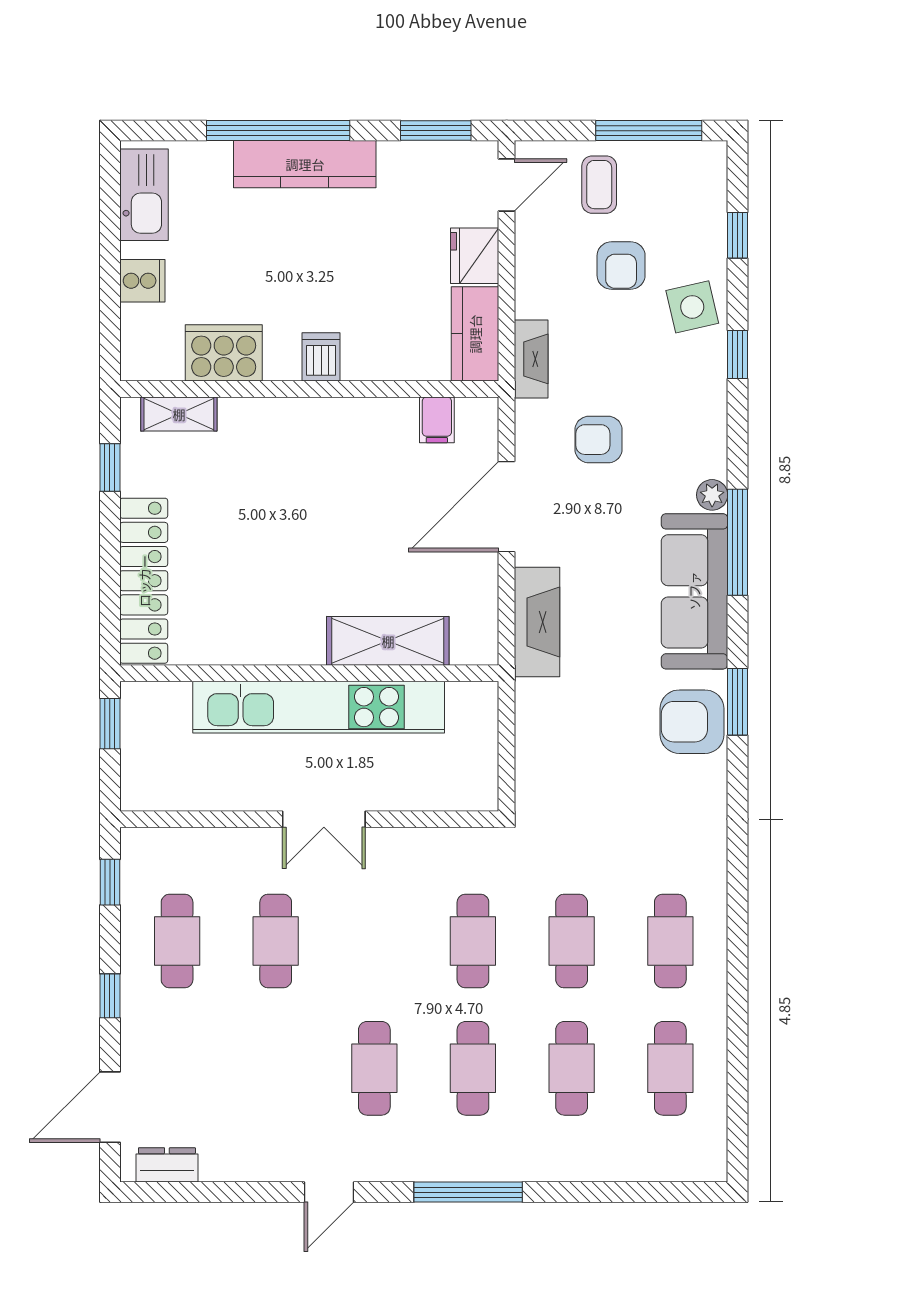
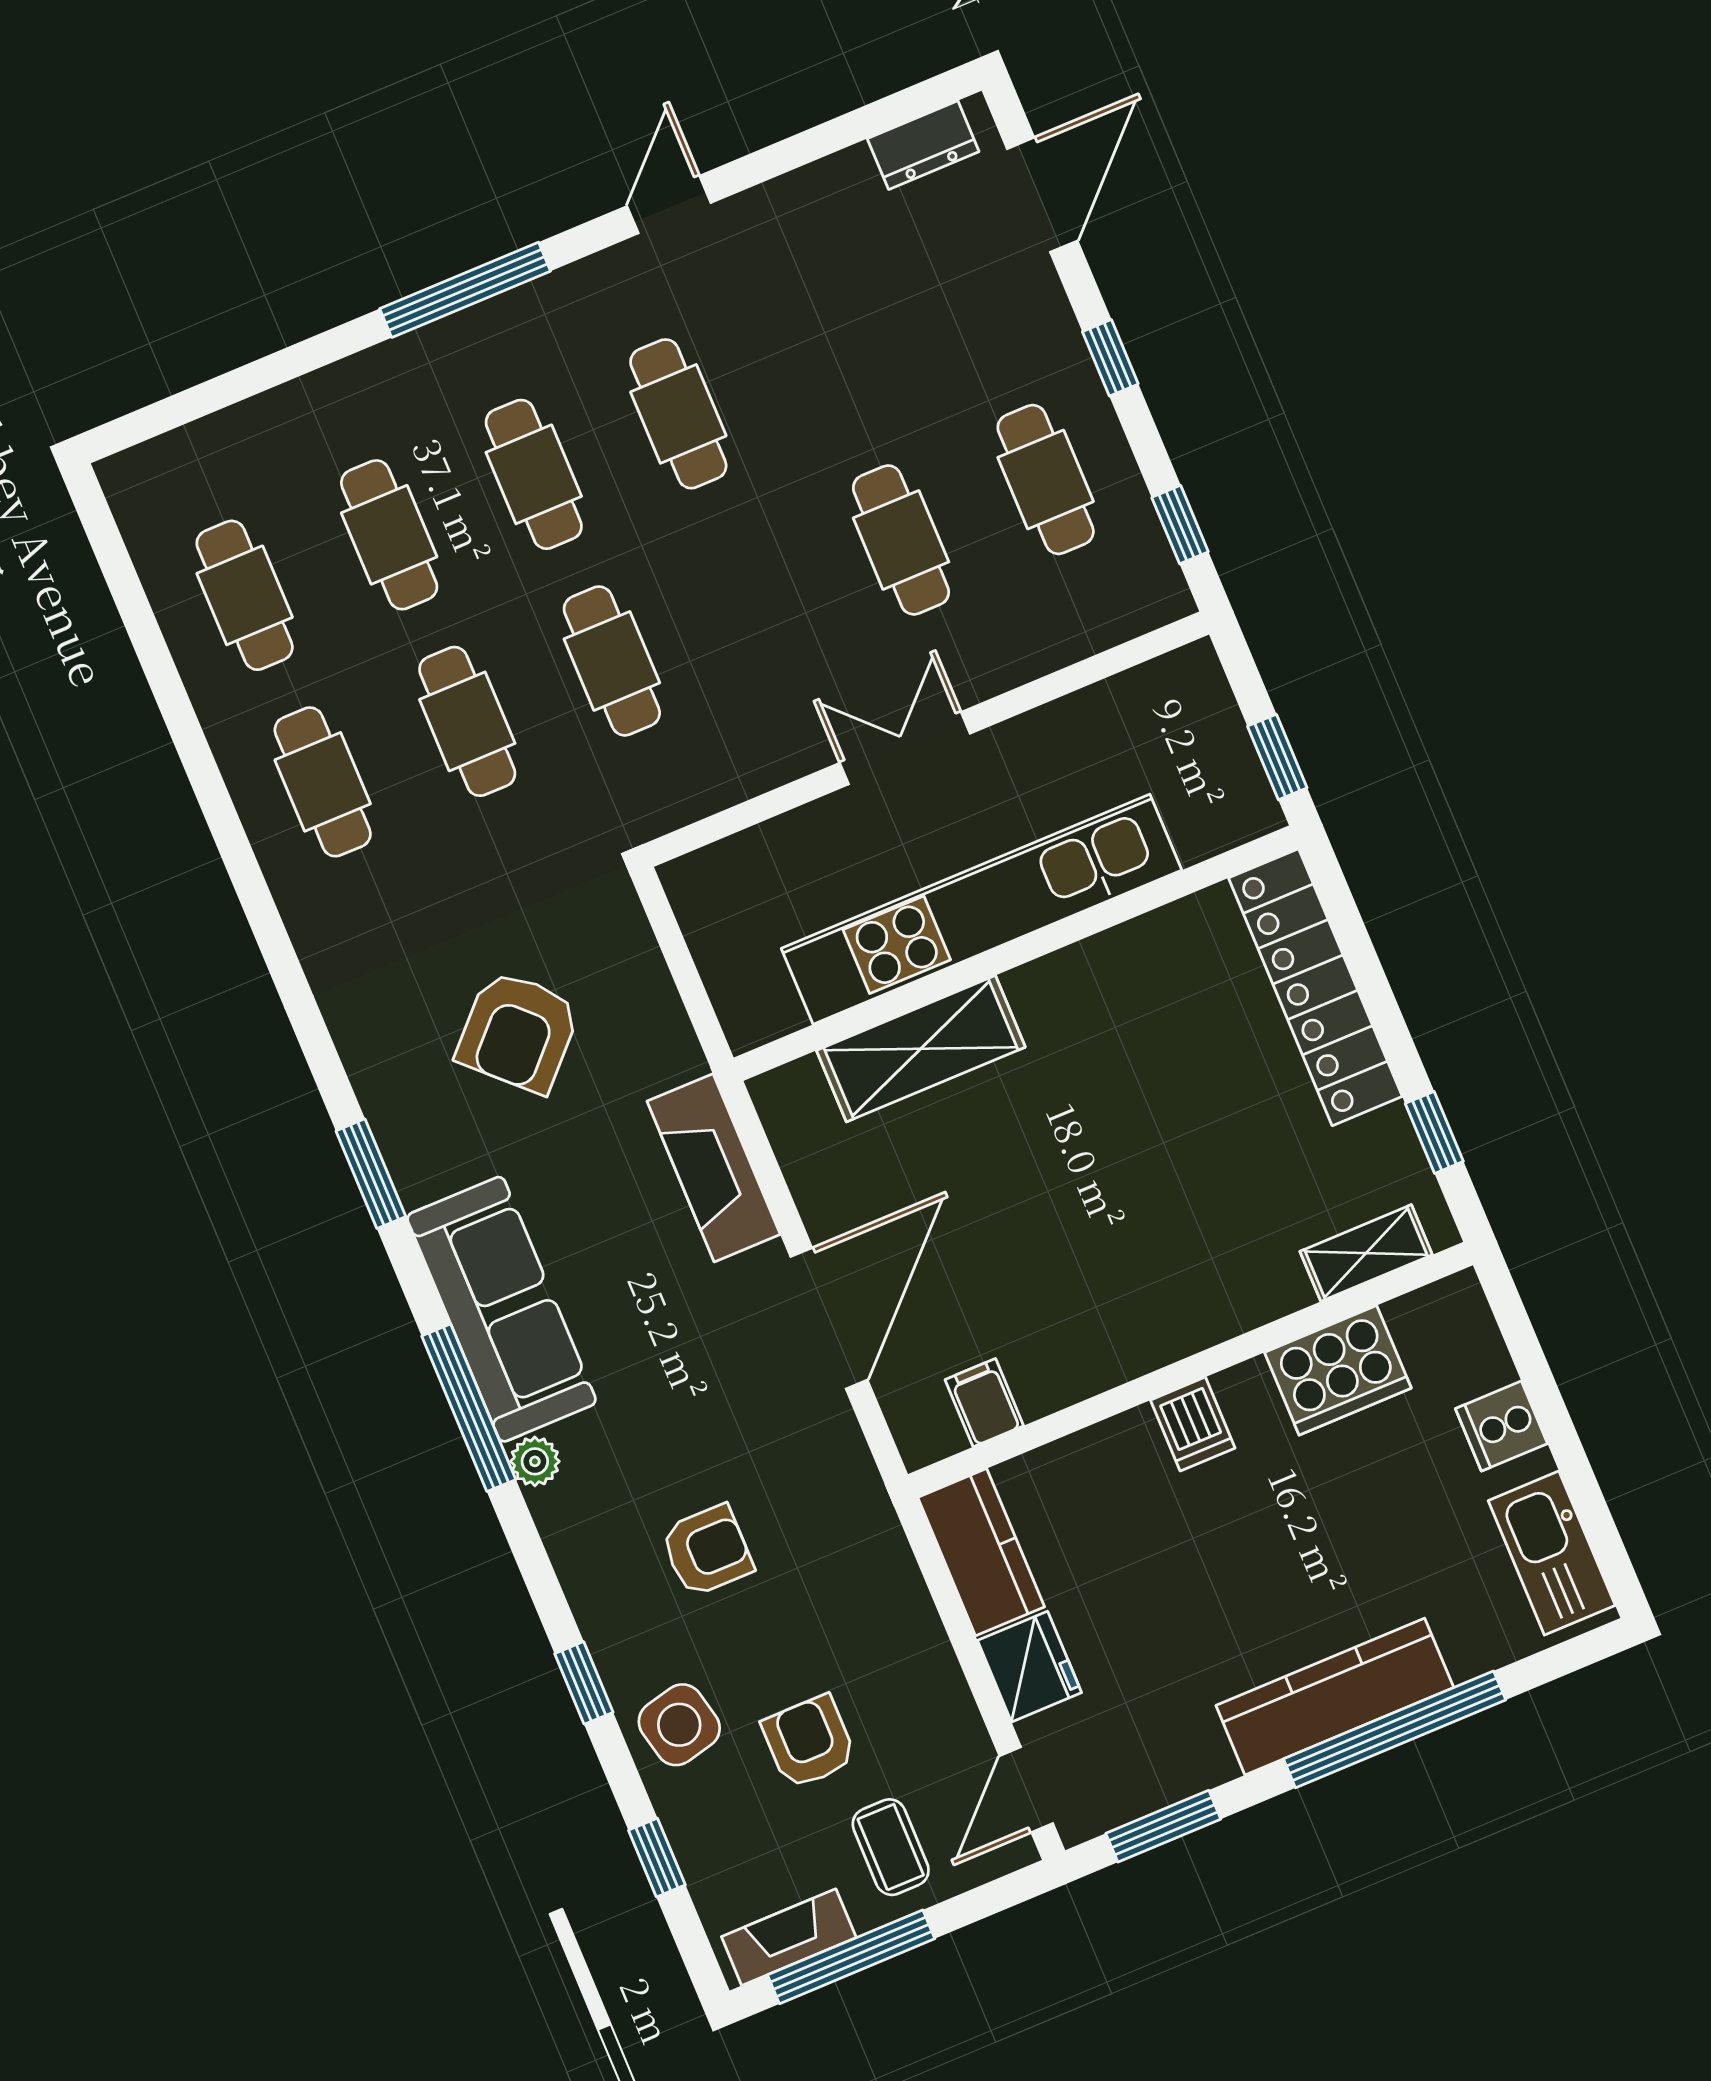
fireplace: (531, 359) -> (789, 1937), moved, turned 90
armchair: (598, 440) -> (707, 1551), moved
armchair: (692, 722) -> (518, 1032), moved, turned 134

